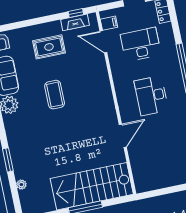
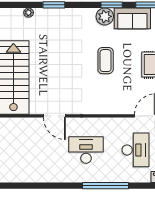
coffee table: (55, 95) -> (106, 61), turned 90

